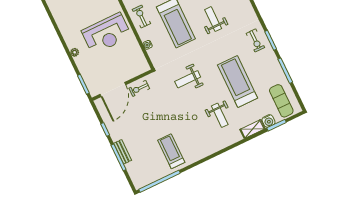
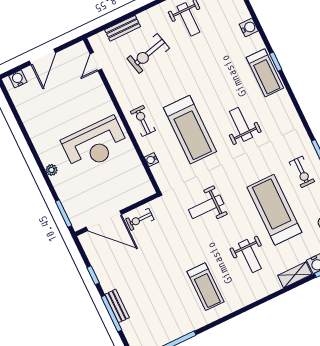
exercise bike: (255, 40) -> (302, 172), moved
door: (113, 90) -> (104, 221), hinge flipped
treadmill: (171, 151) -> (205, 287), moved, turned 180

